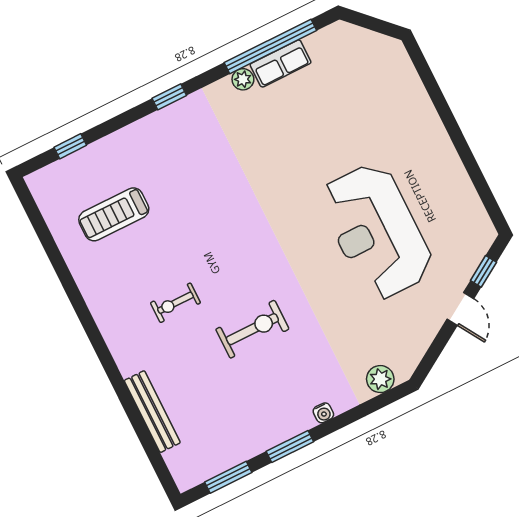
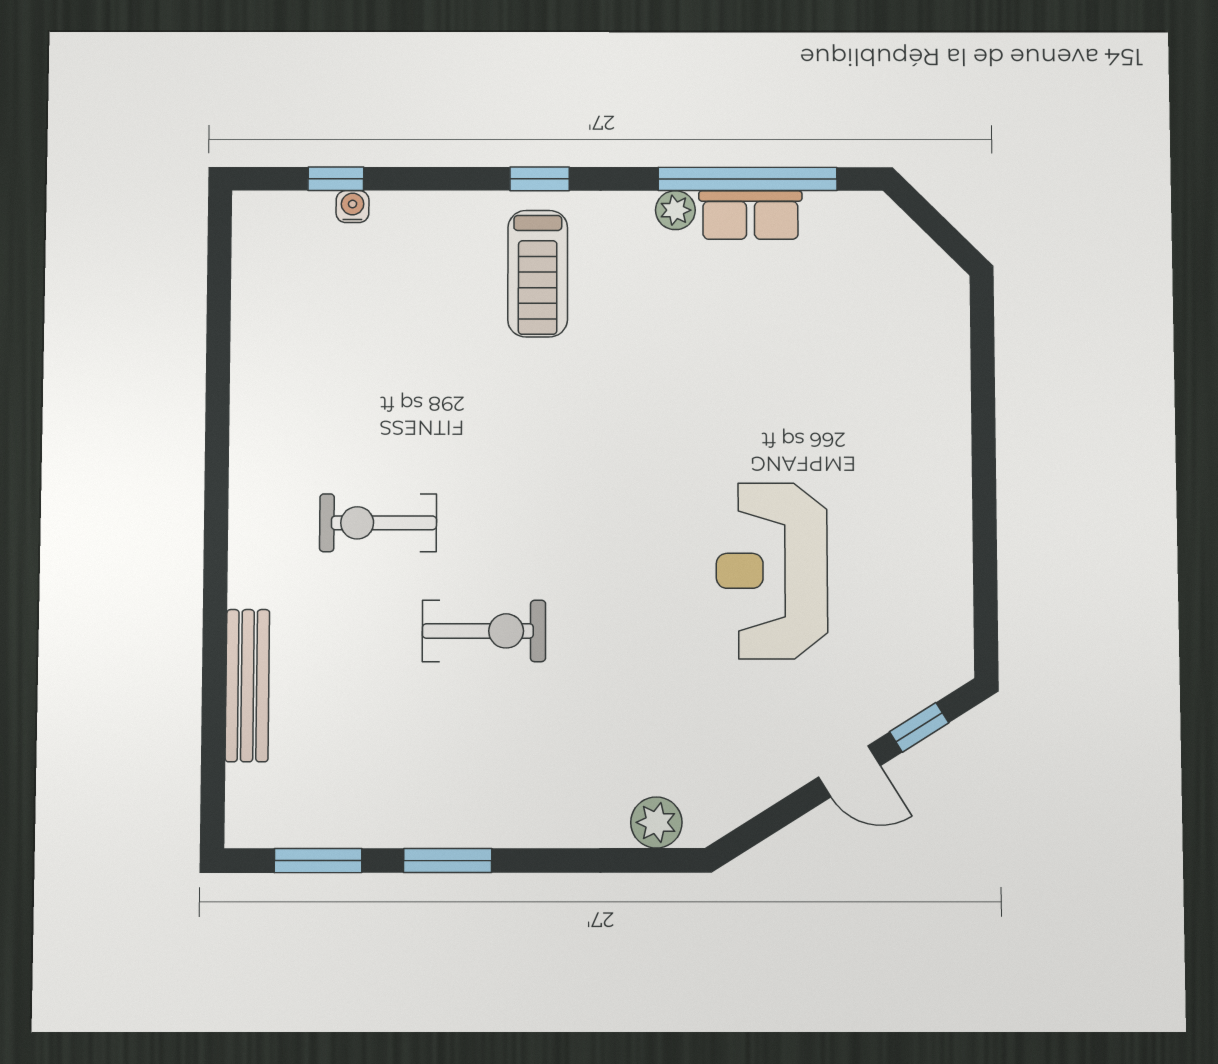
treadmill: (114, 214) -> (538, 274), moved, turned -90
reception desk: (376, 232) -> (772, 571), width x0.74, depth x0.77
exercise bike: (175, 303) -> (378, 523), width x1.38, depth x1.39
door: (460, 309) -> (849, 771), hinge flipped
water cooler: (323, 413) -> (353, 207), moved, turned 180

